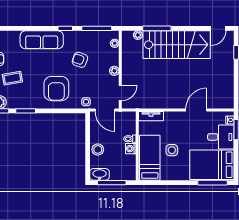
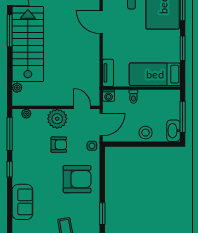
window: (157, 28) -> (10, 31), moved
sofa: (42, 40) -> (22, 202), width x0.73
armchair: (80, 60) -> (59, 145), moved, turned -110
plant: (114, 71) -> (57, 119), width x1.87, depth x1.87
washing machine: (131, 149) -> (109, 96), moved
side table: (172, 150) -> (146, 49), removed
window: (173, 183) -> (183, 48), added

